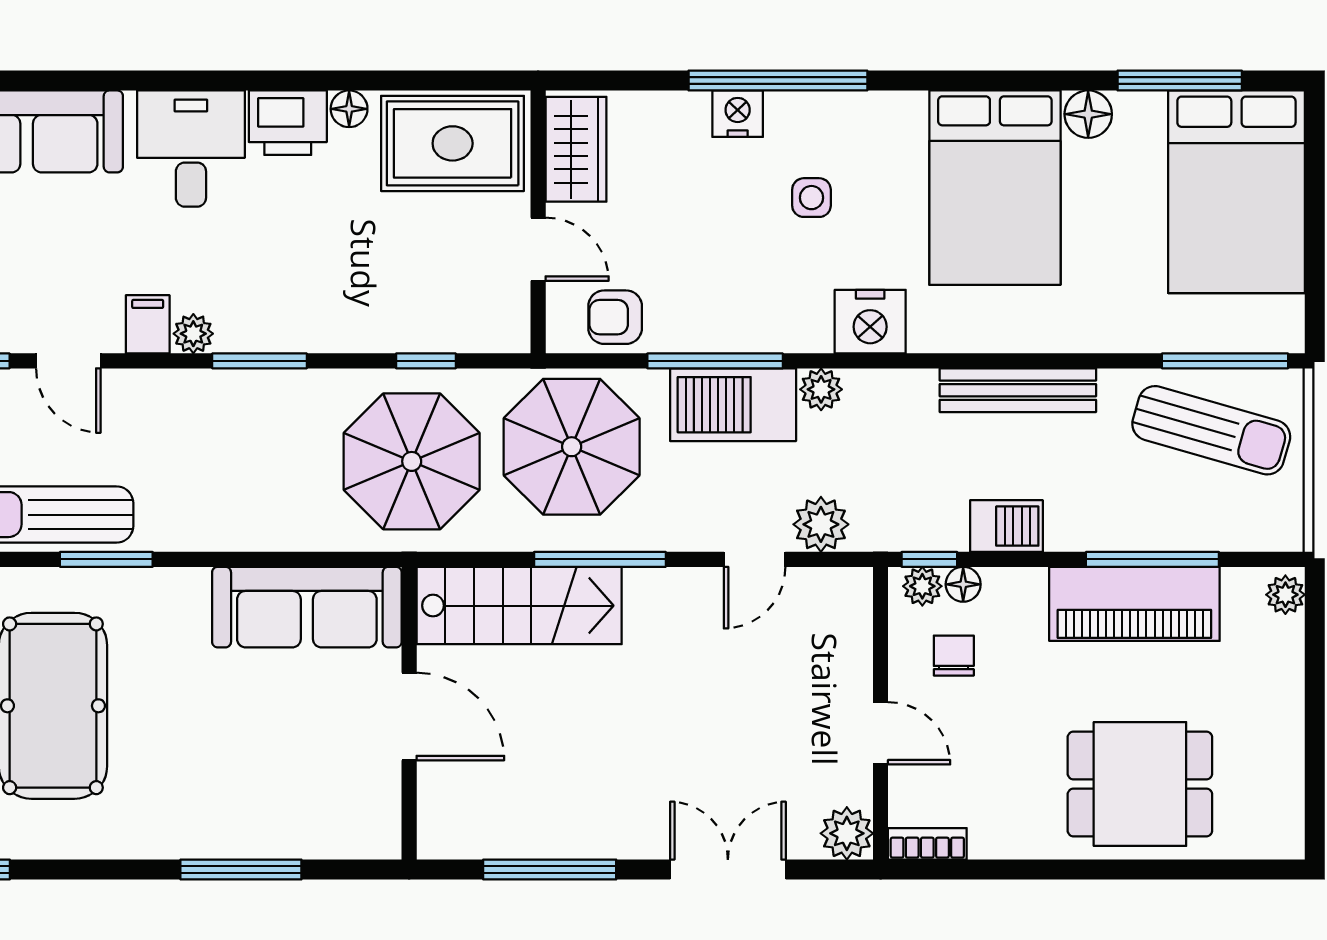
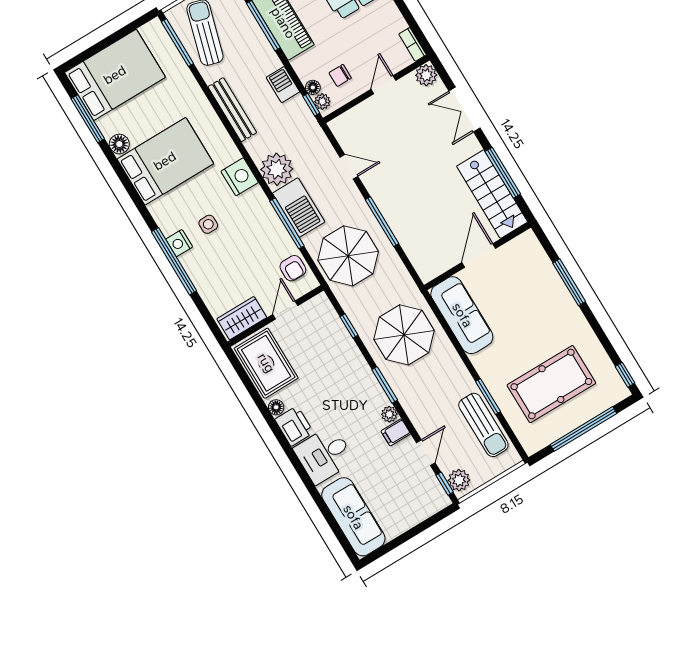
nightstand: (738, 114) -> (179, 243), moved
plant: (821, 389) -> (277, 169), width x1.88, depth x1.88
parasol: (412, 461) -> (404, 335), moved
plant: (821, 524) -> (322, 151), removed
stairs: (519, 606) -> (492, 194), moved, turned 180

